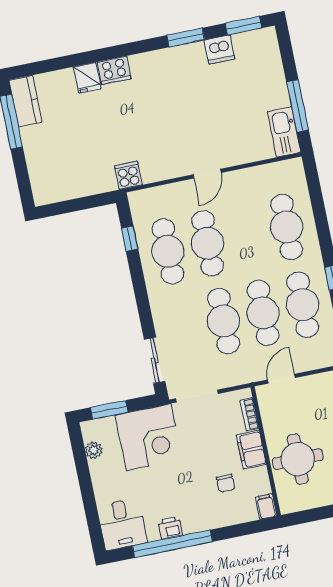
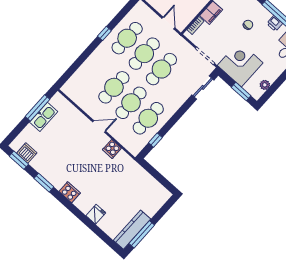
dishwasher: (219, 49) -> (27, 153), moved
cooker: (114, 70) -> (70, 192), moved
kitchen counter: (25, 101) -> (132, 230), width x1.50
kitchen sink: (284, 132) -> (44, 117), moved
cooker: (128, 175) -> (112, 149), moved
cafe table: (287, 227) -> (114, 87), moved
door: (281, 379) -> (168, 23), swing flipped
chair: (226, 483) -> (248, 25), moved

